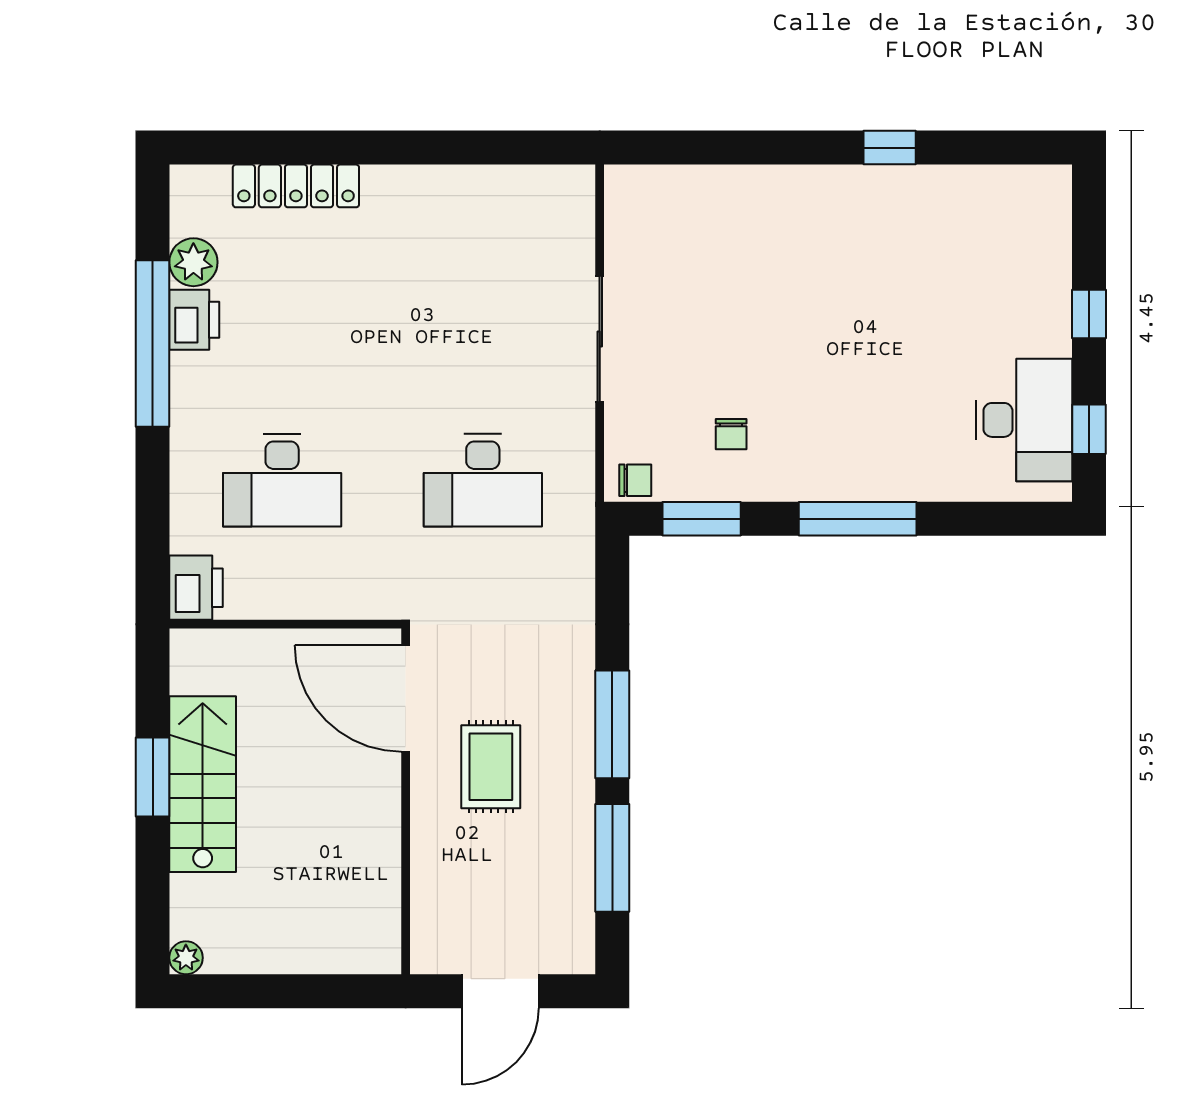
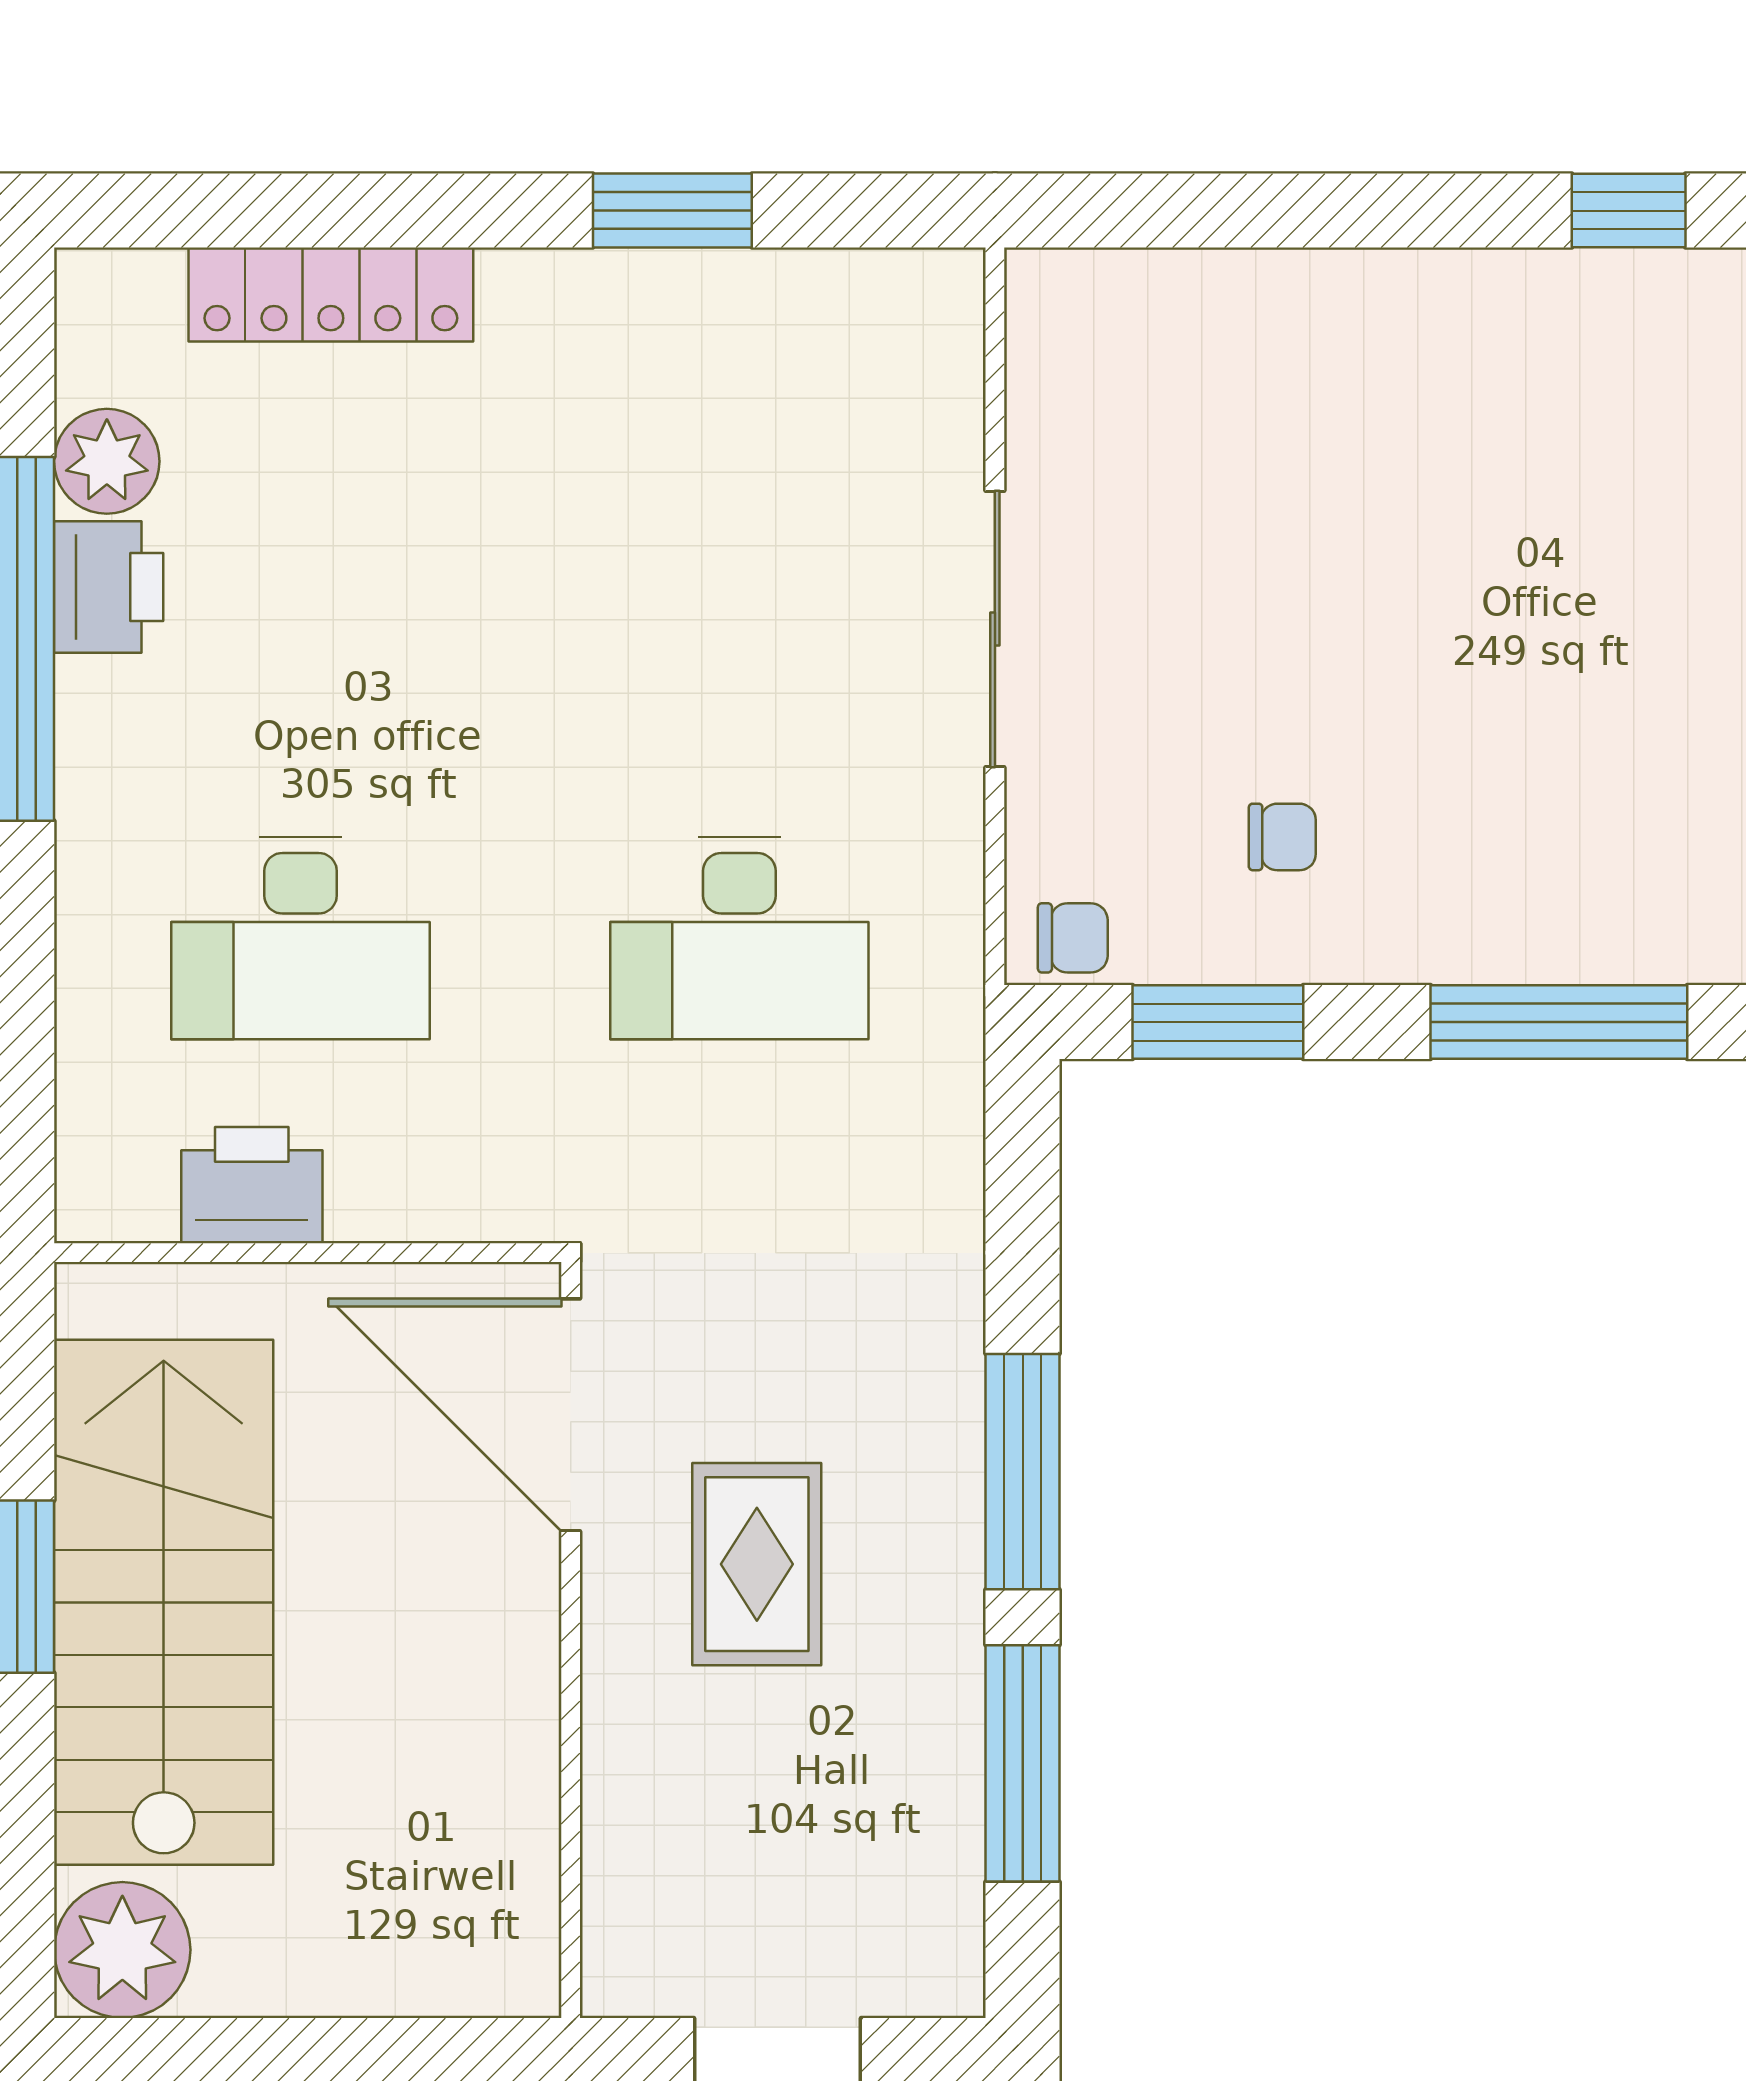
window: (452, 148) -> (672, 211), added
chair: (731, 434) -> (1282, 837), turned -90
printer: (196, 588) -> (252, 1185), moved, turned -90
stairs: (203, 784) -> (164, 1602), width x1.36, depth x1.51
plant: (186, 958) -> (122, 1950), width x1.88, depth x1.88

